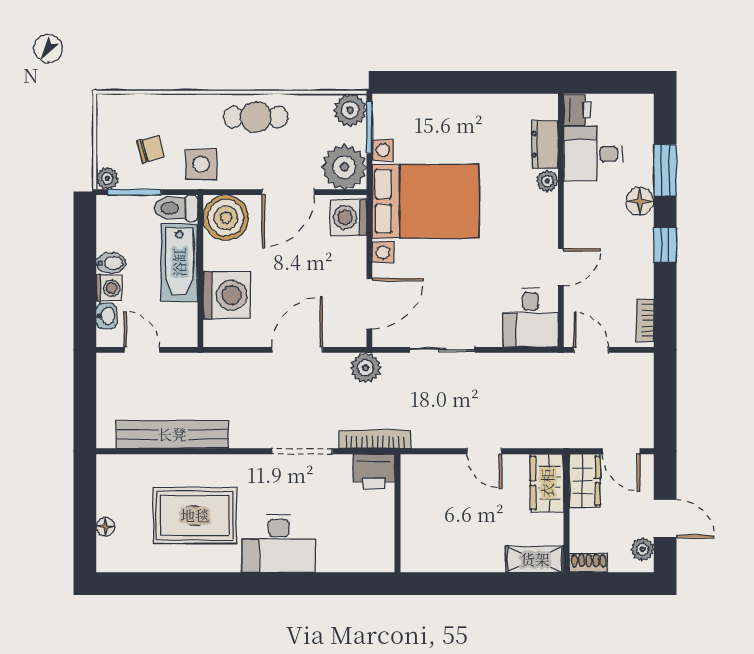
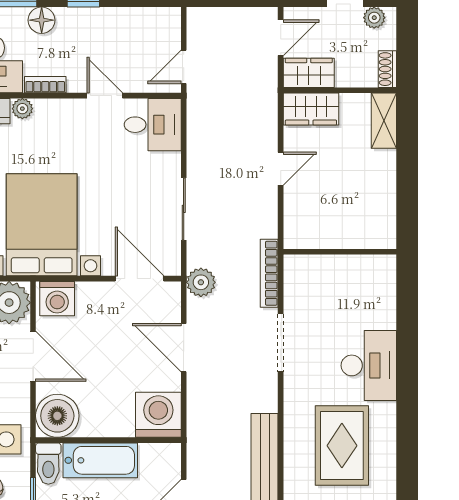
washing machine: (227, 295) -> (158, 415), moved
bookcase: (645, 321) -> (45, 85), moved, turned 180
printer: (374, 471) -> (300, 274), removed

